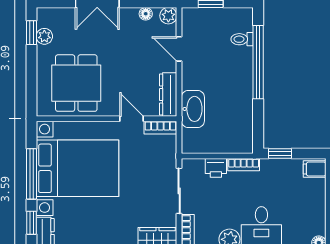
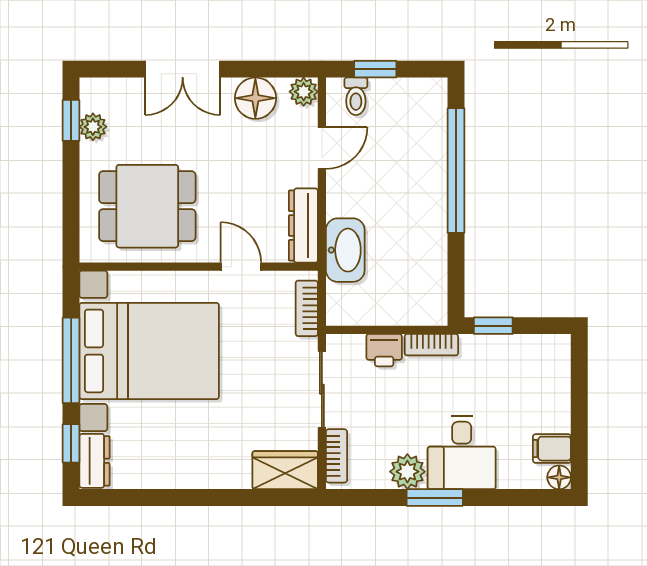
floor lamp: (146, 14) -> (255, 98), width x1.89, depth x1.89
toilet: (242, 39) -> (356, 96), moved, turned -90
door: (179, 49) -> (322, 148), swing flipped
dining table: (76, 83) -> (147, 206), turned 90
bookcase: (160, 128) -> (307, 308), moved, turned 90
filing cabinet: (315, 169) -> (552, 449), moved

